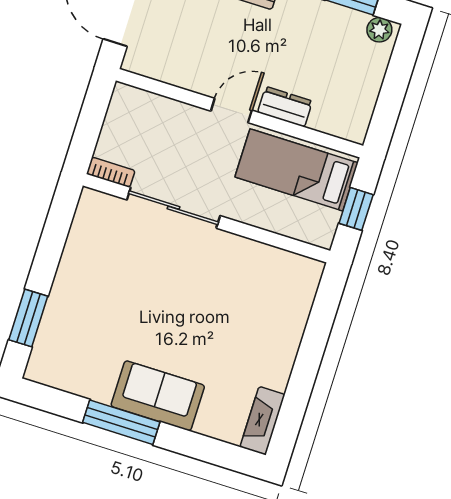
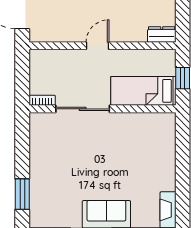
dresser: (285, 107) -> (162, 34), moved
bed: (296, 170) -> (143, 91), moved

